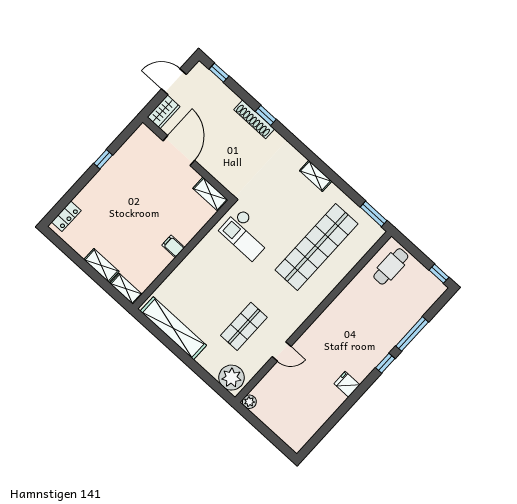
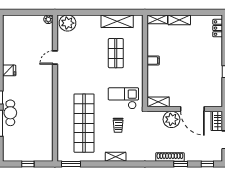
window: (266, 115) -> (181, 164), moved
plant: (213, 160) -> (171, 119), added
trolley: (280, 209) -> (118, 125), added
cafe table: (391, 266) -> (10, 113), moved
window: (439, 274) -> (28, 164), moved
shop shelf: (244, 326) -> (116, 53), moved
shelving: (173, 328) -> (117, 21), width x0.68

